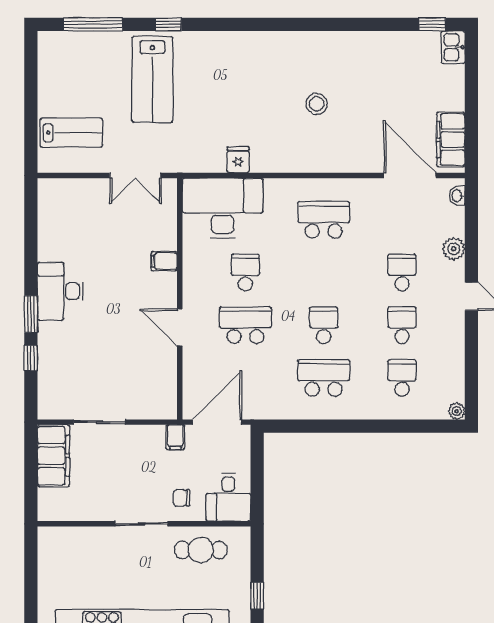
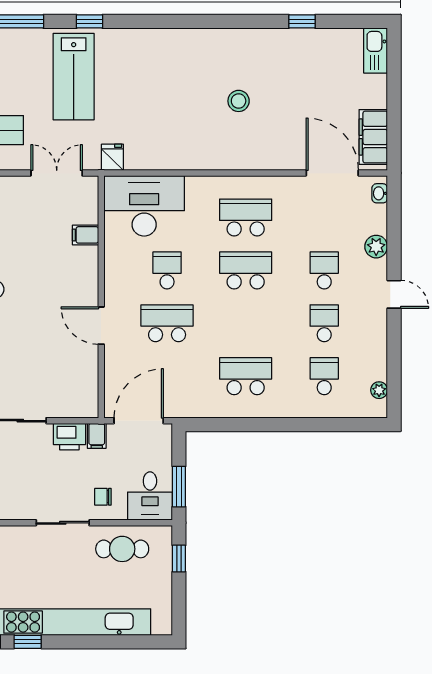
window: (432, 24) -> (302, 21), moved
kitchen sink: (453, 47) -> (376, 50), width x1.38
fridge: (238, 160) -> (112, 157), moved
double door: (135, 175) -> (57, 173), swing flipped
filing cabinet: (164, 261) -> (85, 235), moved
school desk: (324, 325) -> (246, 270), moved, width x1.85
plant: (457, 411) -> (379, 390), moved
printer: (148, 438) -> (69, 437), added
window: (257, 488) -> (179, 487), added
window: (257, 596) -> (179, 559), moved

